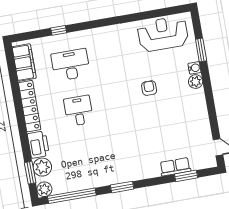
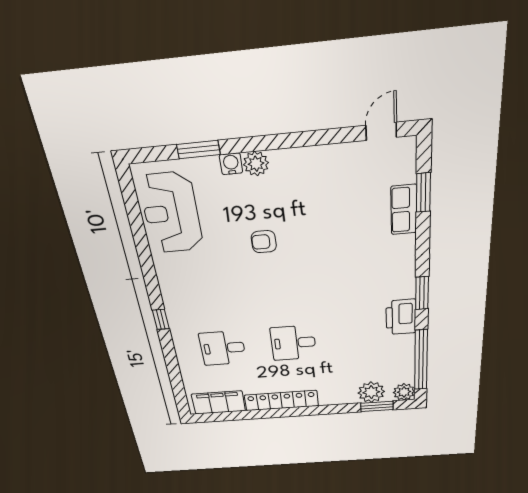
window: (59, 30) -> (161, 319), moved
desk: (71, 65) -> (223, 348), width x0.73
printer: (38, 145) -> (401, 317), moved, turned -90

